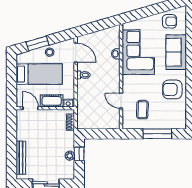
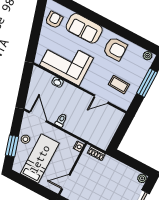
door: (76, 53) -> (38, 117), hinge flipped
armchair: (172, 89) -> (115, 49), turned -90
cot: (52, 101) -> (69, 160), removed
plant: (182, 122) -> (148, 56), added
window: (79, 154) -> (128, 161), removed
plant: (70, 156) -> (142, 178), moved

